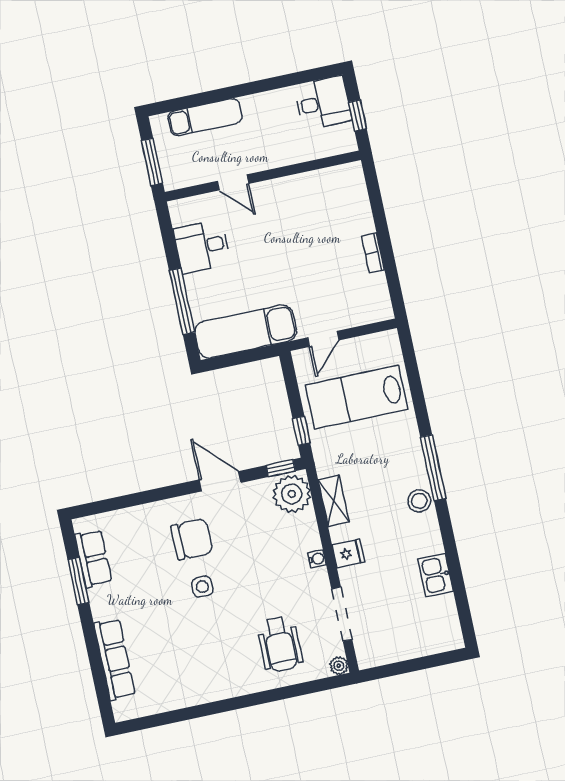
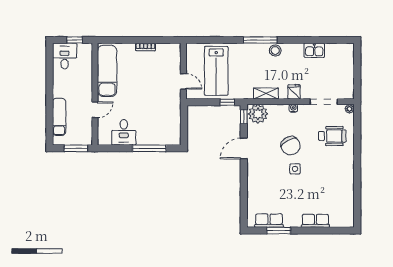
exam couch: (246, 331) -> (107, 71), moved, turned 180
chair: (192, 539) -> (291, 146), moved, turned 151
row of seats: (115, 659) -> (315, 221), width x0.68

